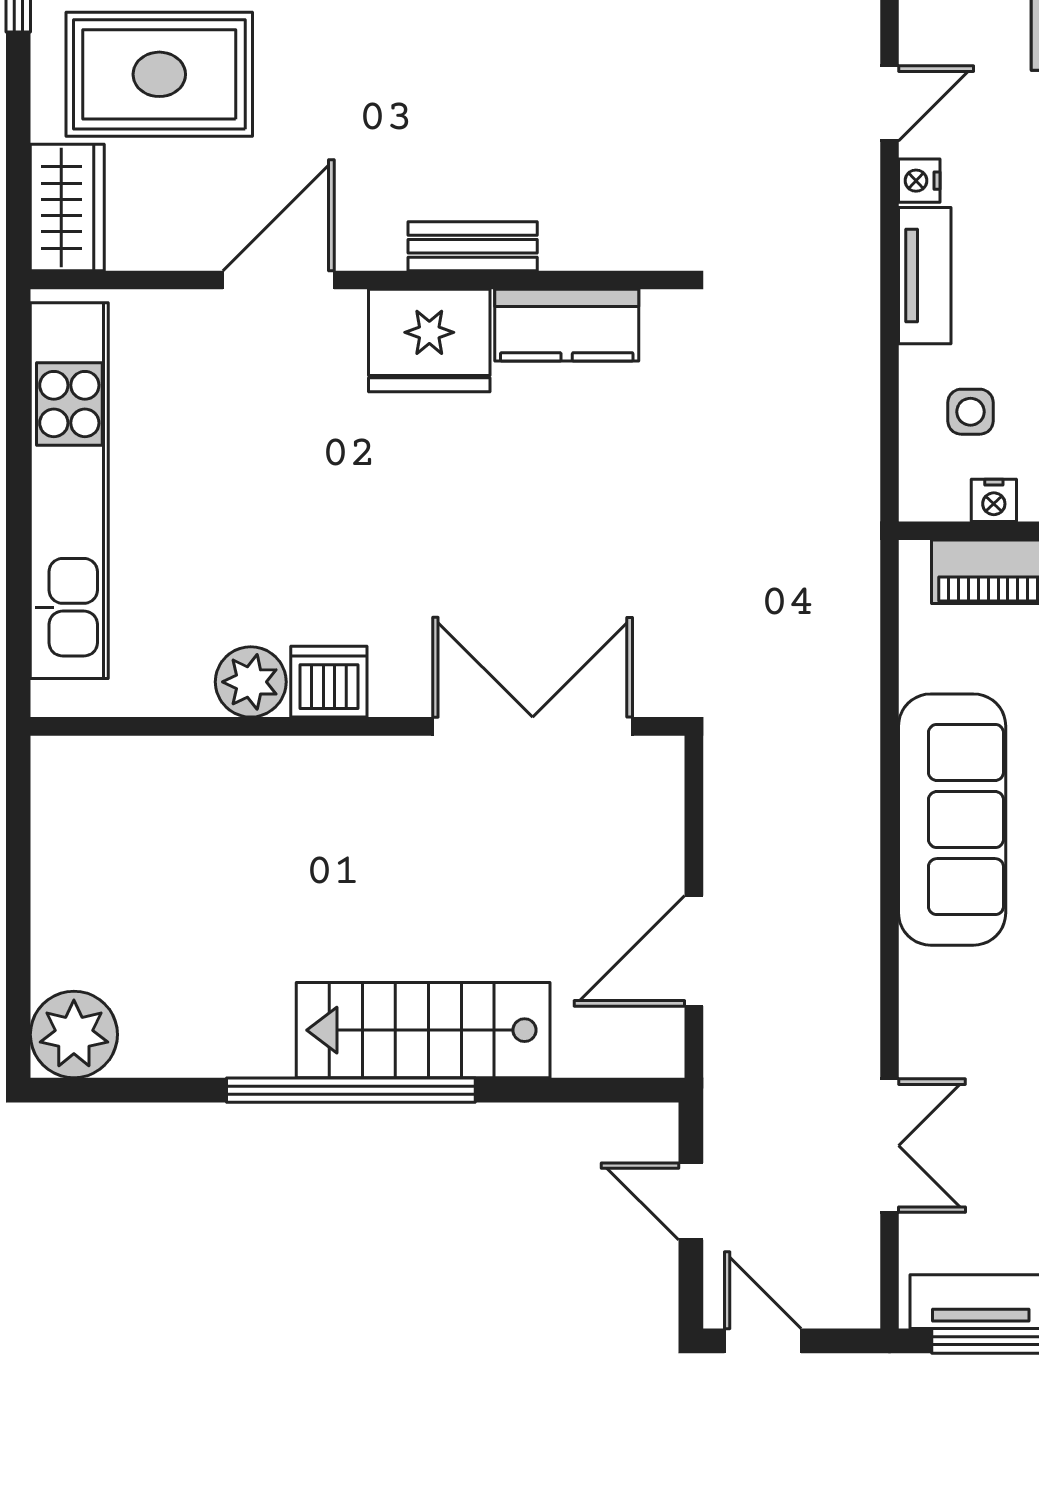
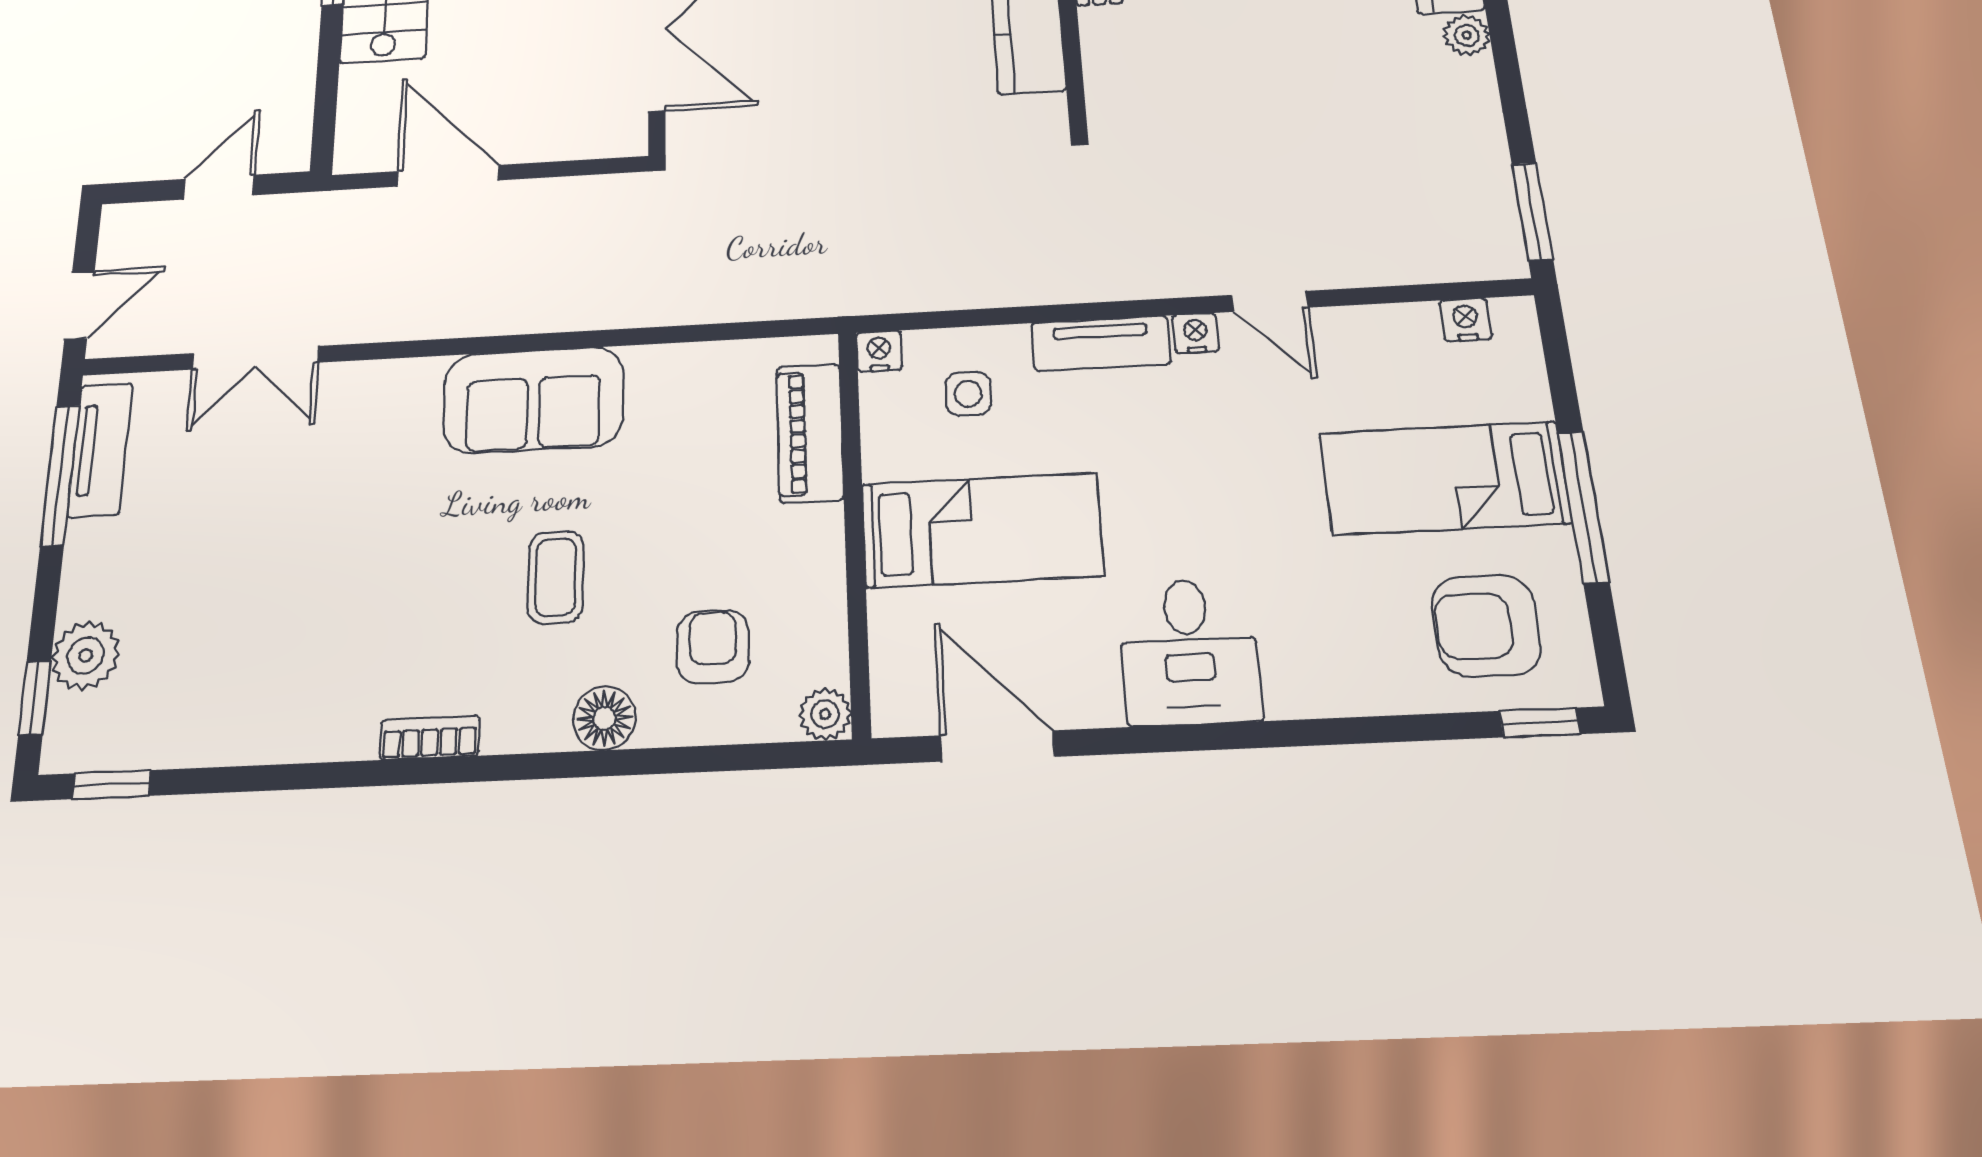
nightstand: (994, 500) -> (879, 351), moved, turned 90
sofa: (952, 820) -> (533, 400), width x0.73
door: (763, 1341) -> (80, 305), moved

